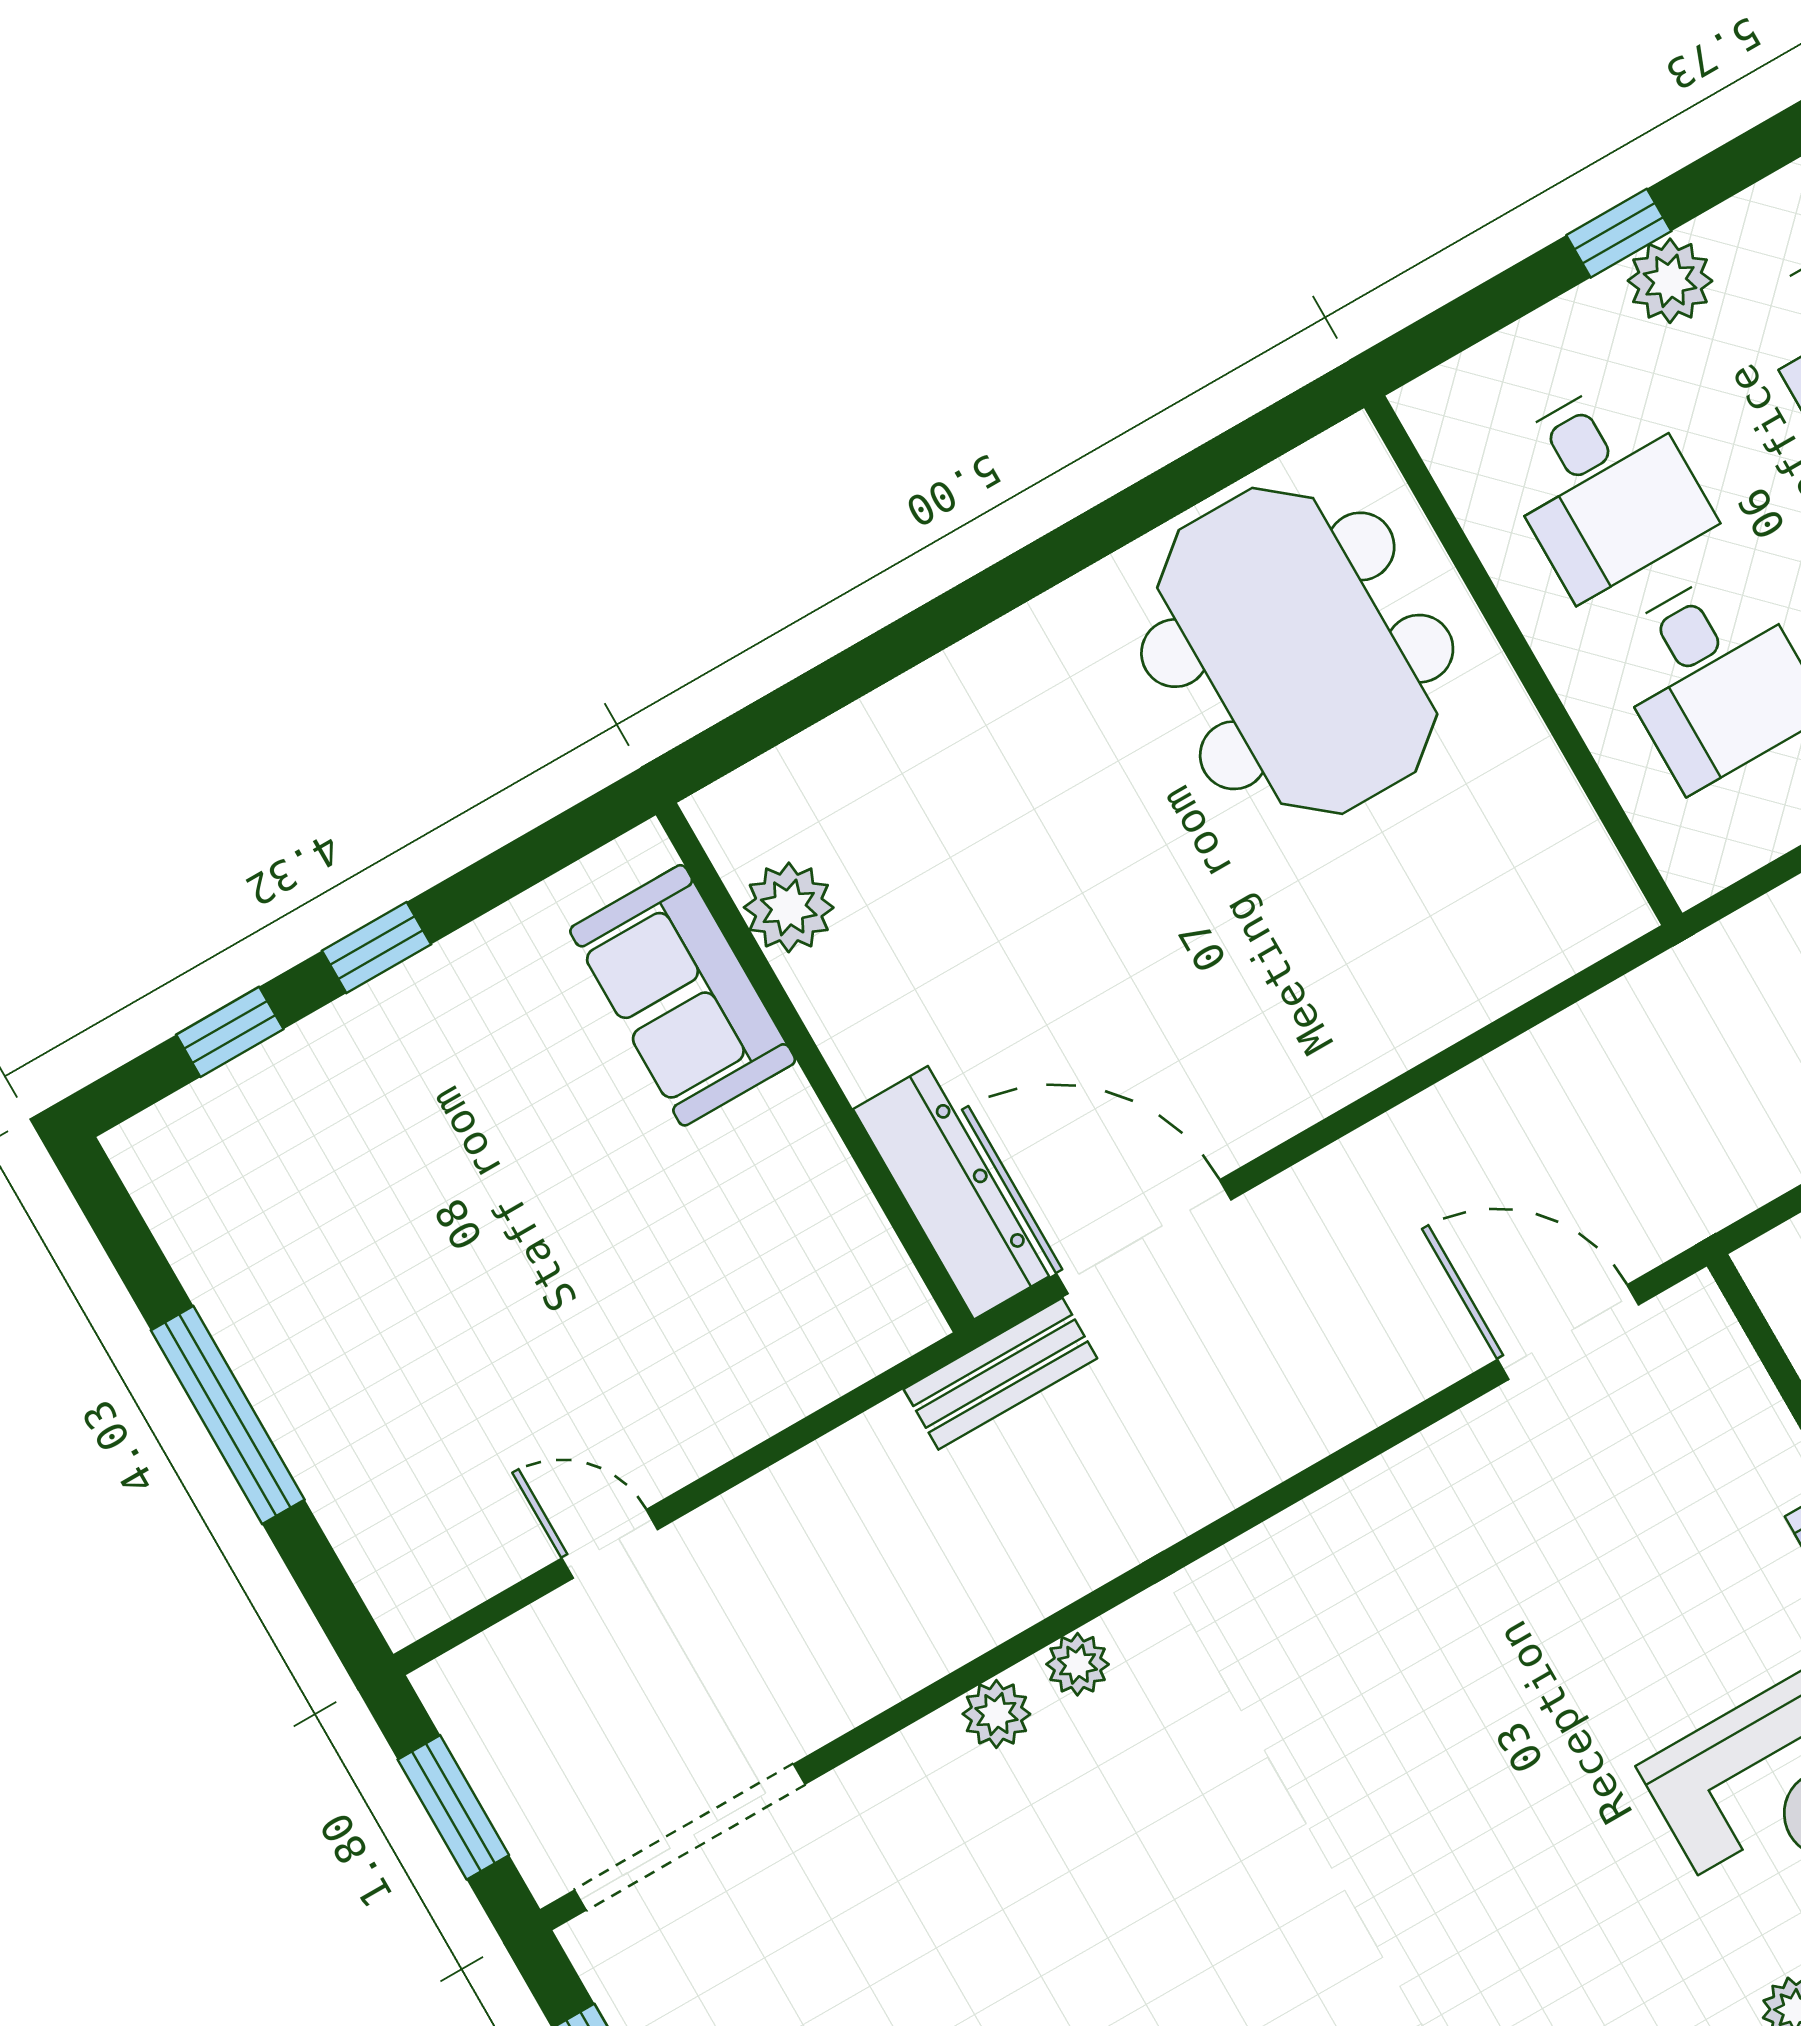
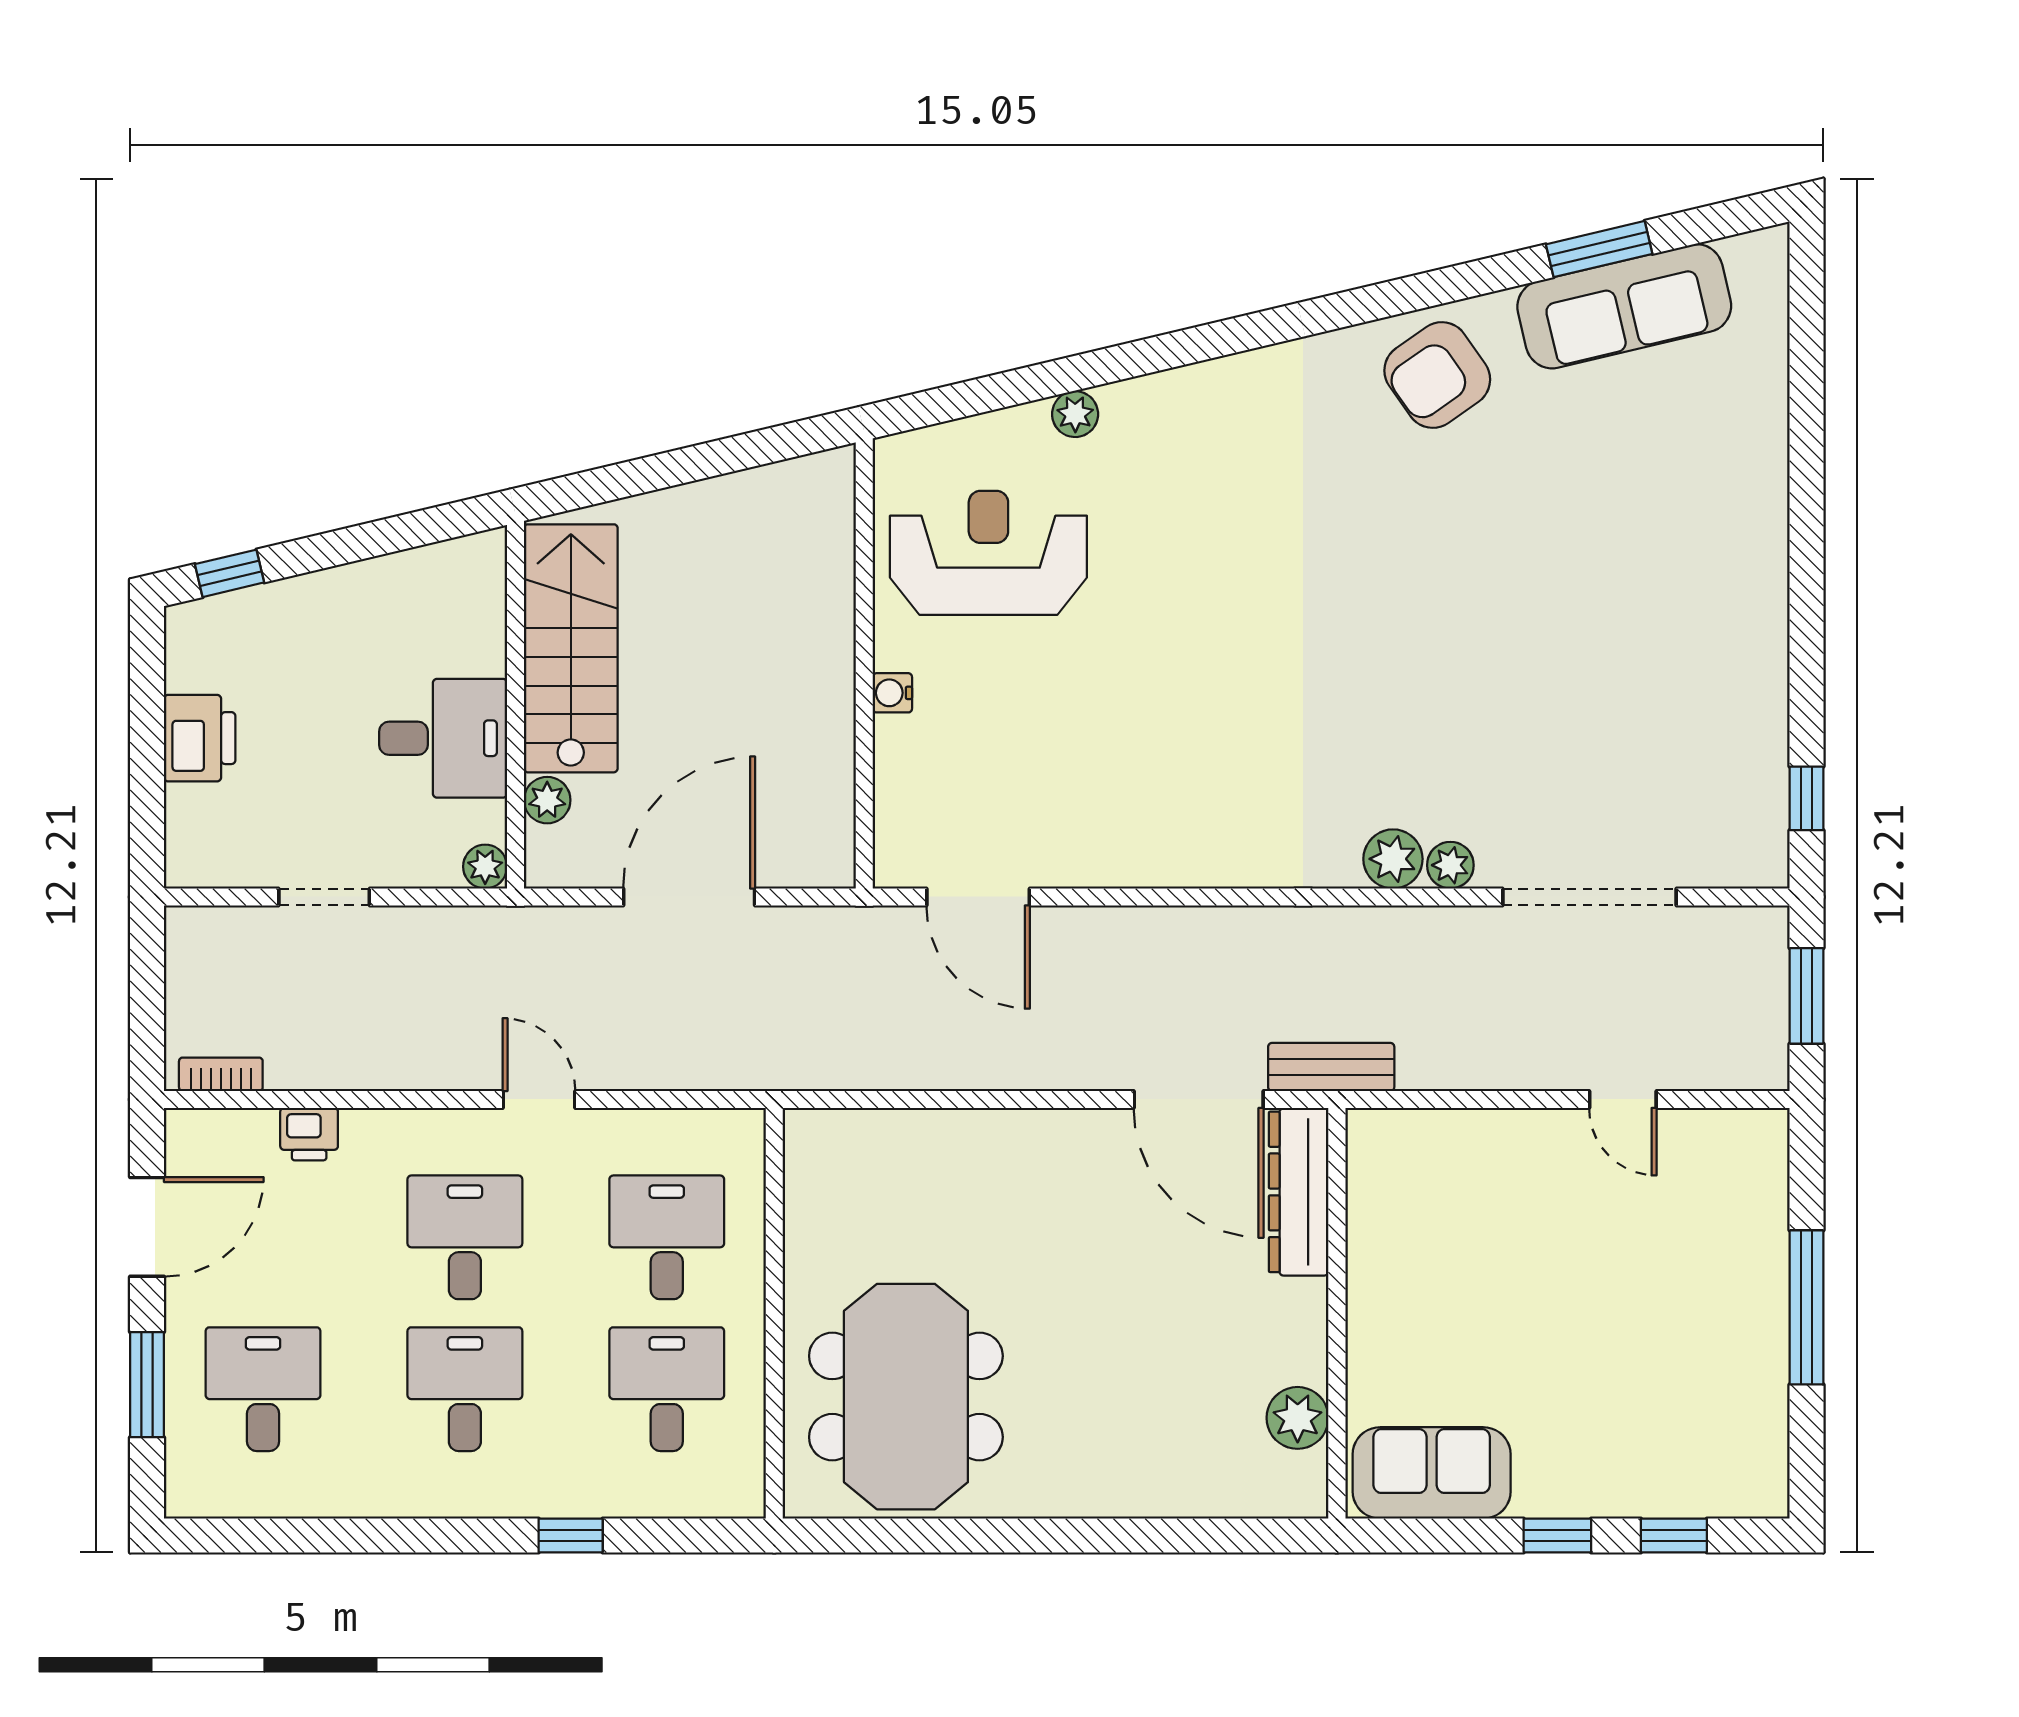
plant: (1670, 281) -> (556, 1489), removed
sofa: (683, 995) -> (1432, 1473), moved, turned -90
plant: (1078, 1664) -> (1393, 859), width x1.38, depth x1.38
doorway: (690, 1837) -> (1590, 897), moved

